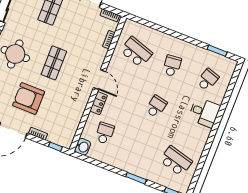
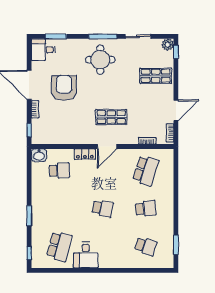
shop shelf: (54, 63) -> (111, 117), moved
desk: (204, 112) -> (86, 255), moved

